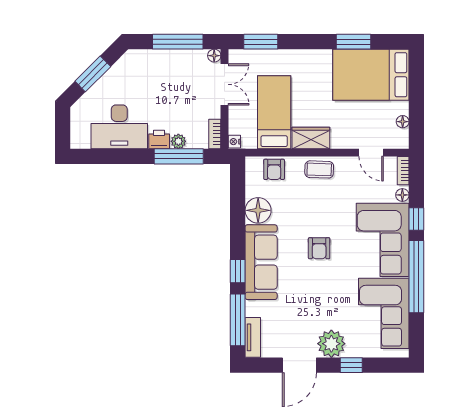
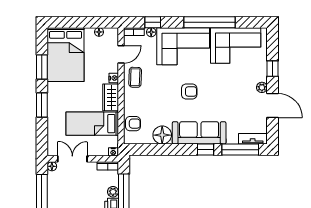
window: (261, 42) -> (42, 105), moved
nightstand: (338, 142) -> (114, 78), added
coffee table: (319, 169) -> (135, 77), moved
window: (416, 219) -> (153, 22), moved
plant: (331, 344) -> (262, 87), width x0.53, depth x0.53

